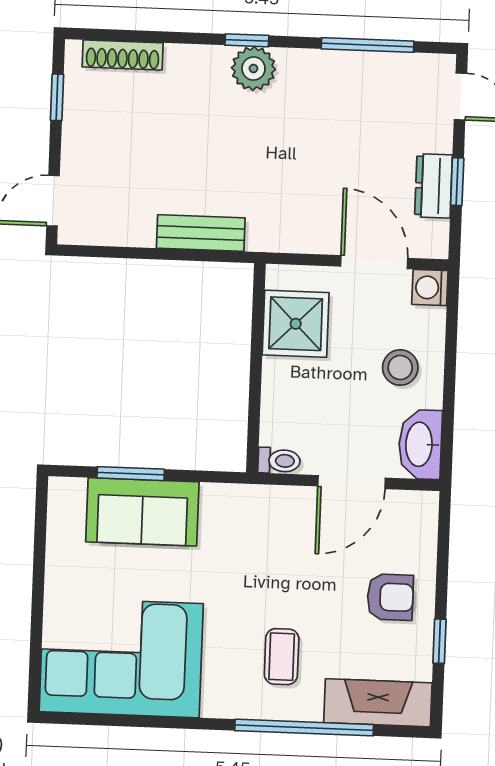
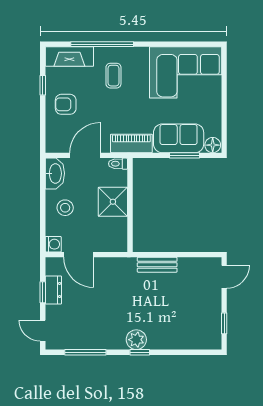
shoe rack: (123, 55) -> (195, 344), removed
shower: (296, 324) -> (113, 202), moved
floor lamp: (67, 494) -> (213, 145), added
piano: (248, 504) -> (131, 143), added

